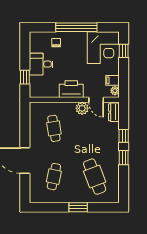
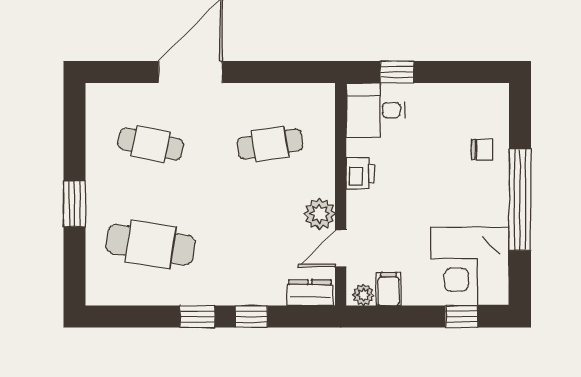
desk: (41, 64) -> (375, 110), moved, turned -90
printer: (71, 89) -> (360, 173), width x0.53, depth x0.68
cafe table: (95, 177) -> (151, 245), turned 30

